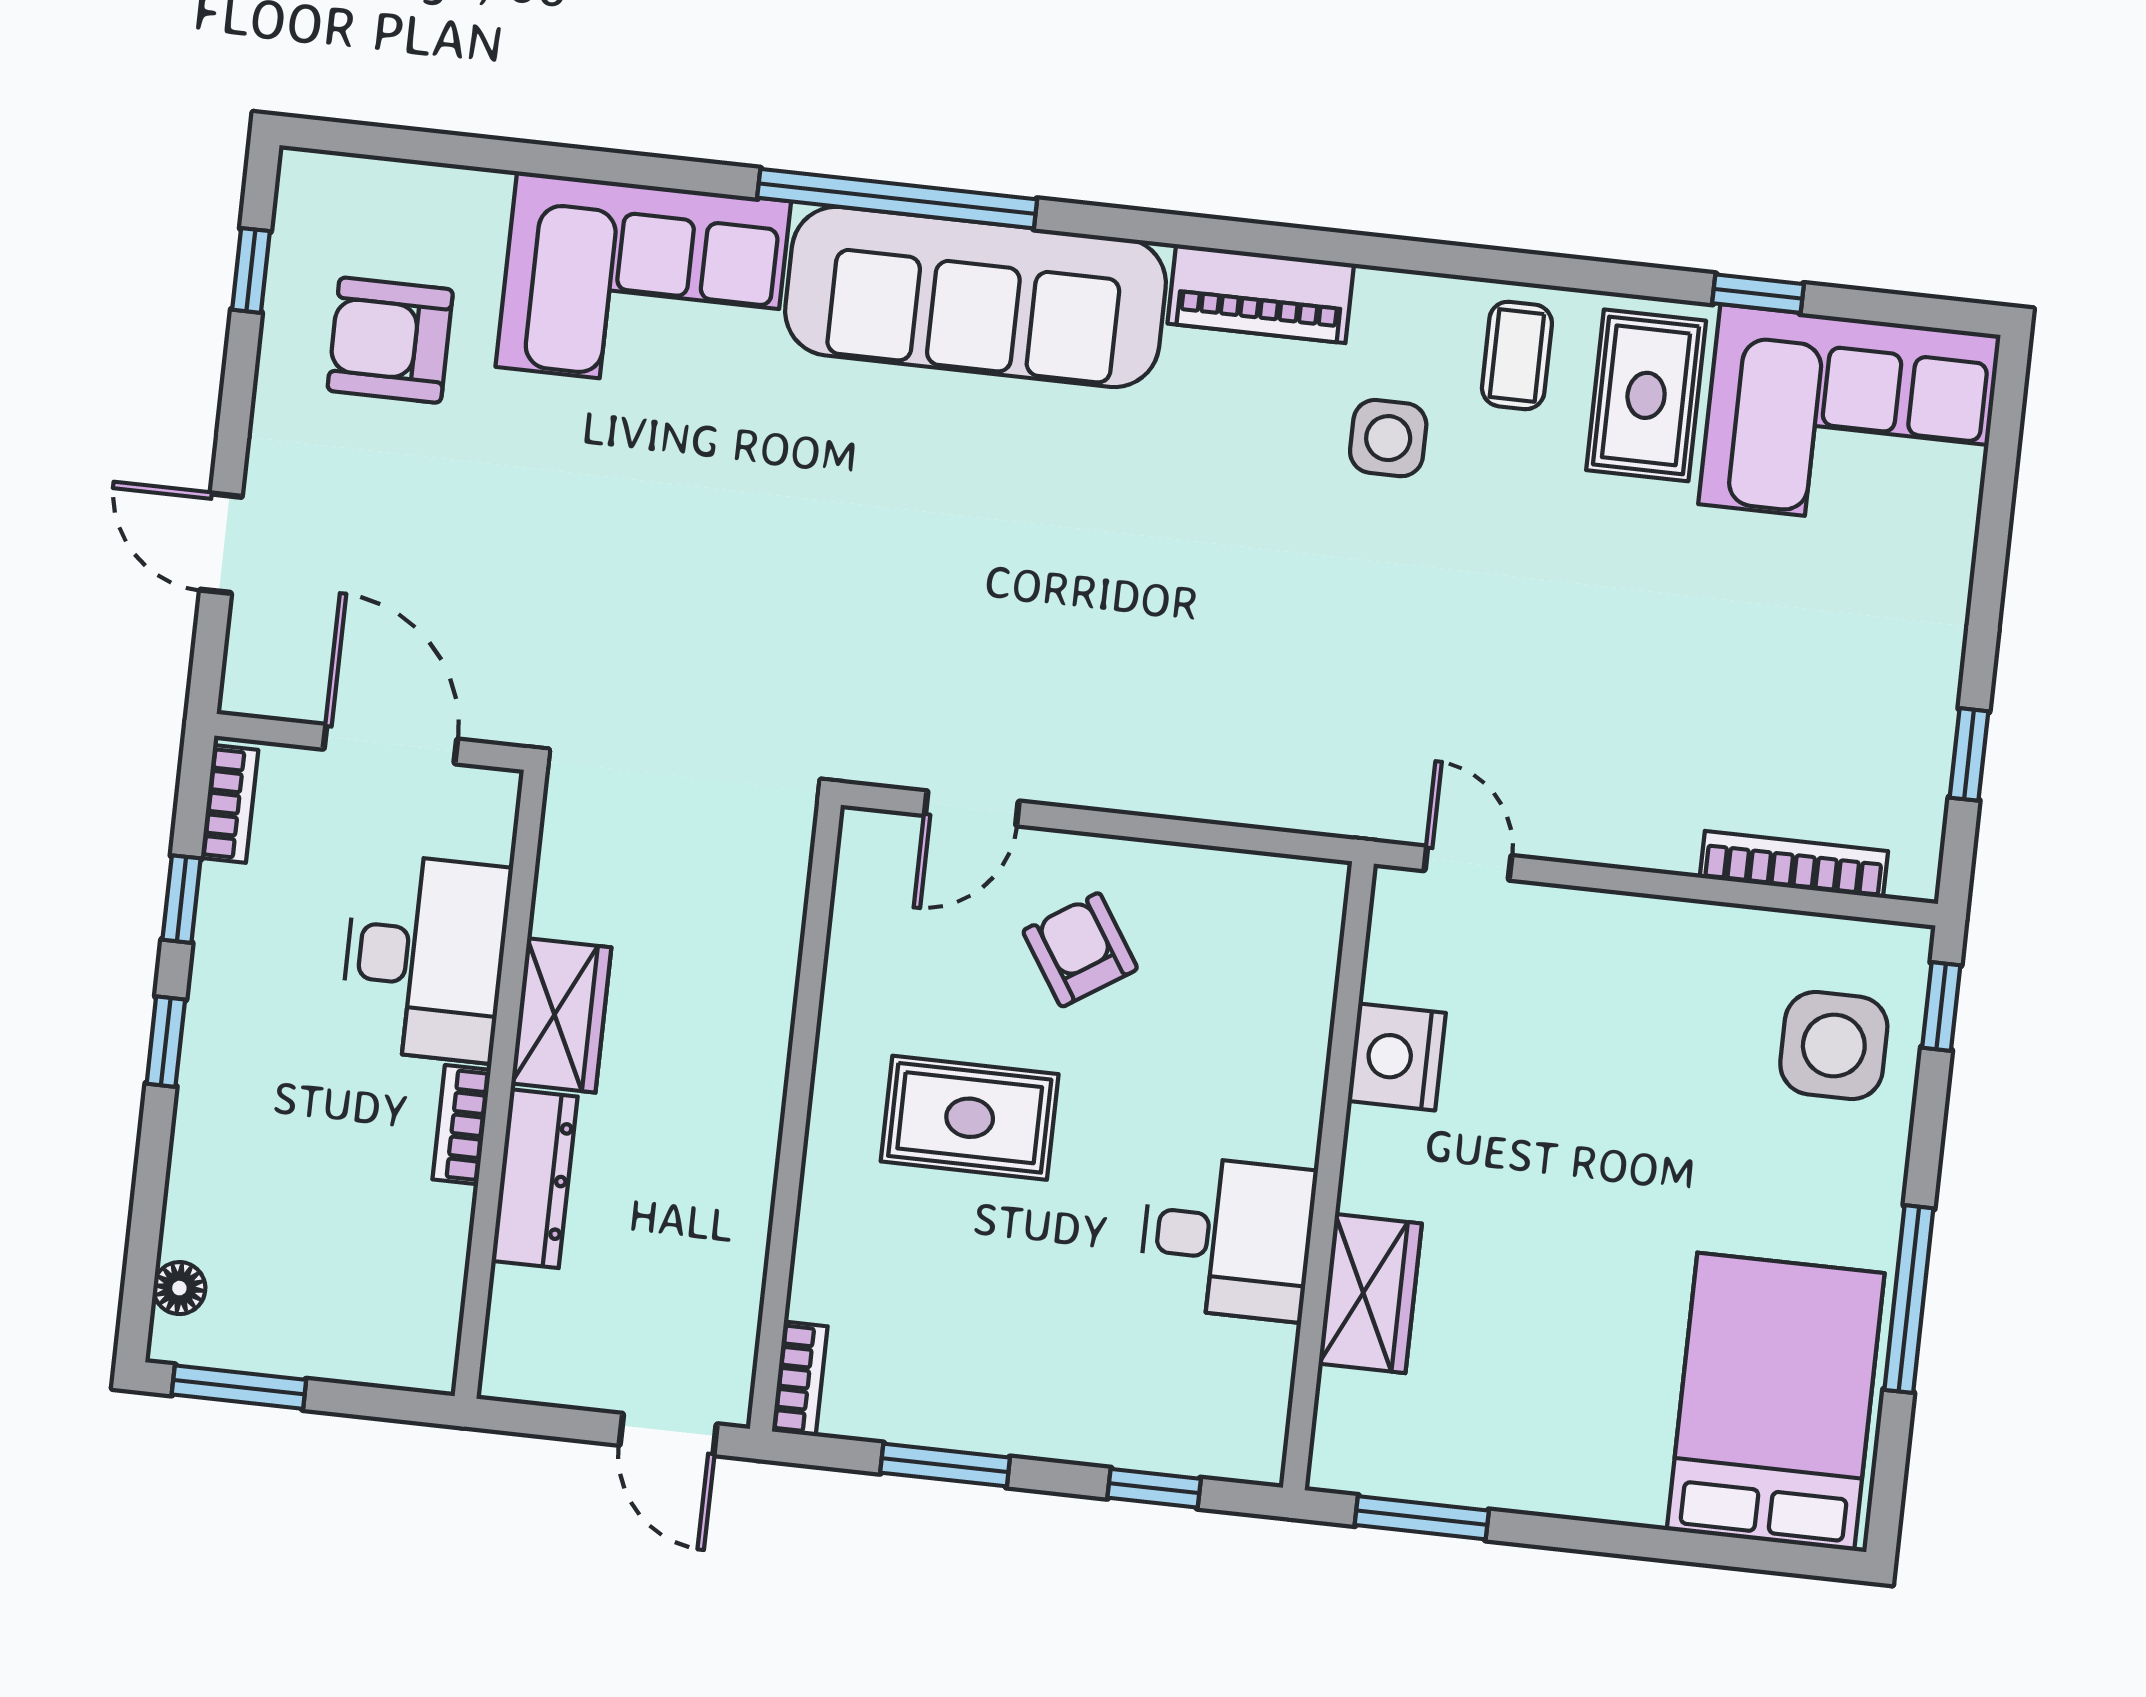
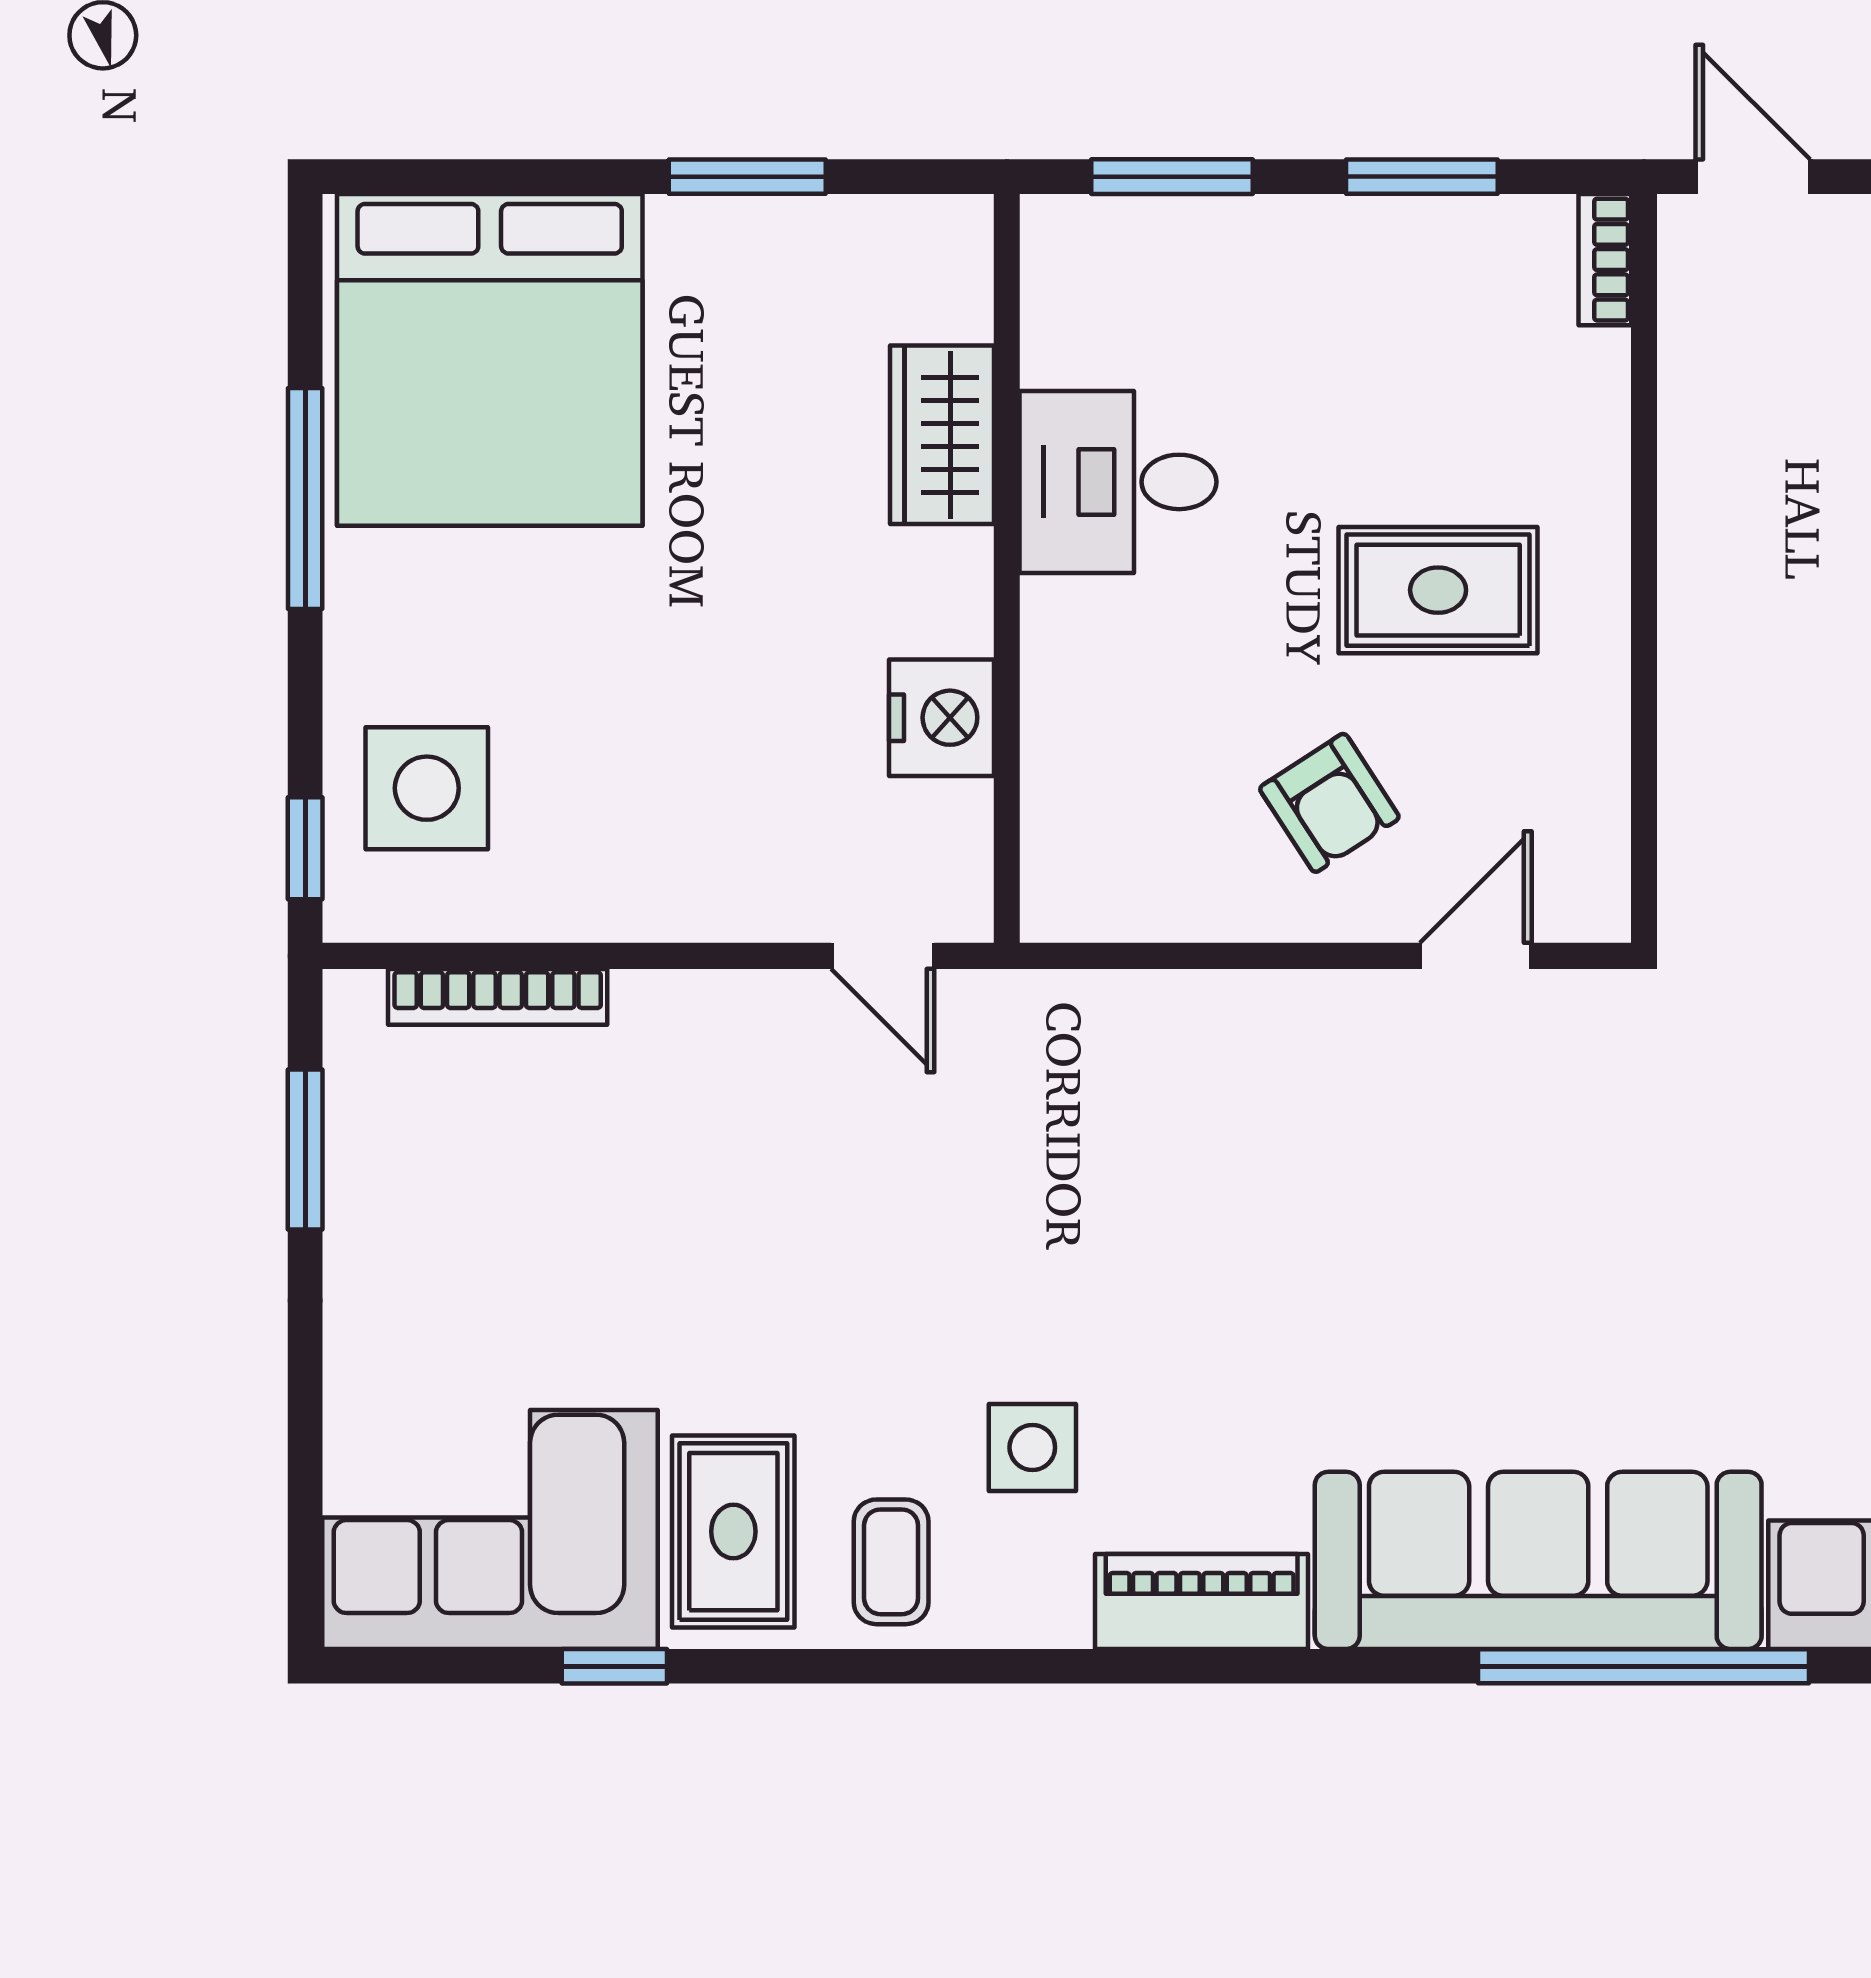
window: (1969, 754) -> (305, 1150), width x1.50
bed: (1776, 1402) -> (490, 360), width x1.36
window: (1154, 1488) -> (1172, 177), width x1.50
window: (1422, 1518) -> (747, 177), moved

